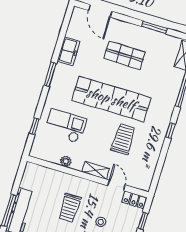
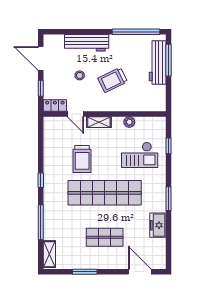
trolley: (70, 208) -> (113, 80), turned -116

